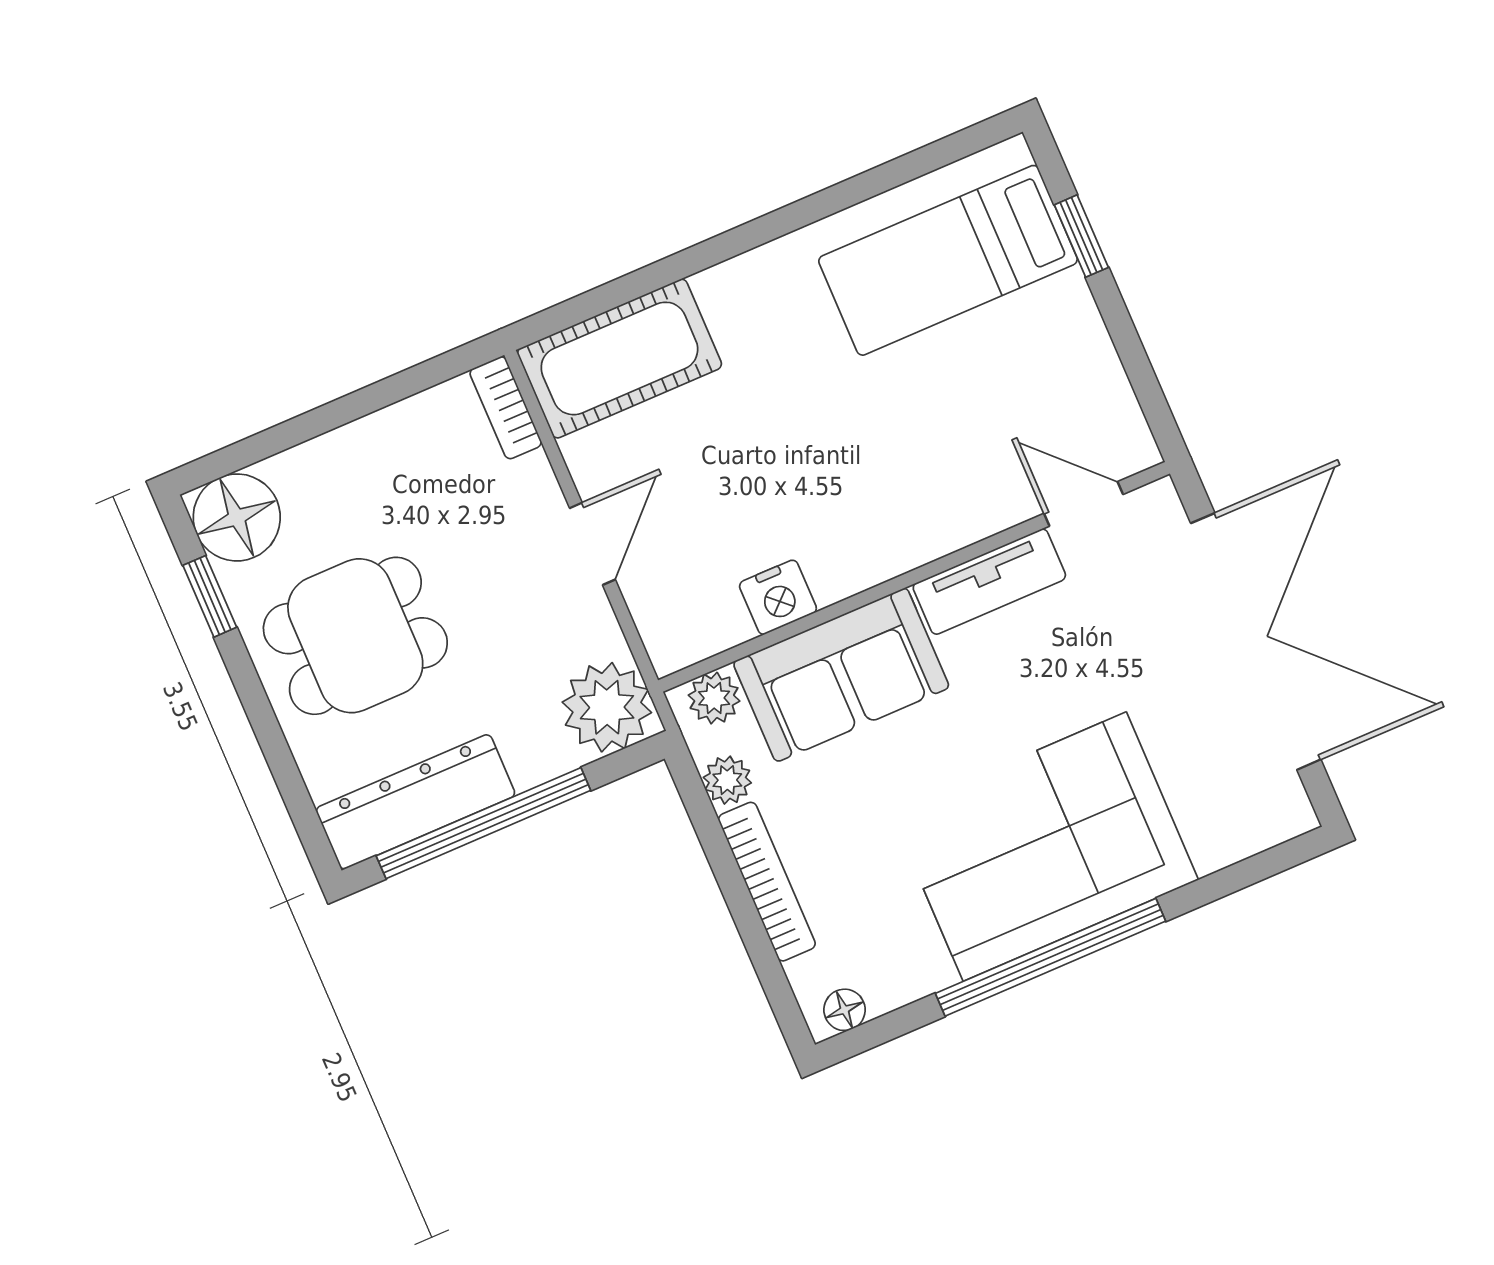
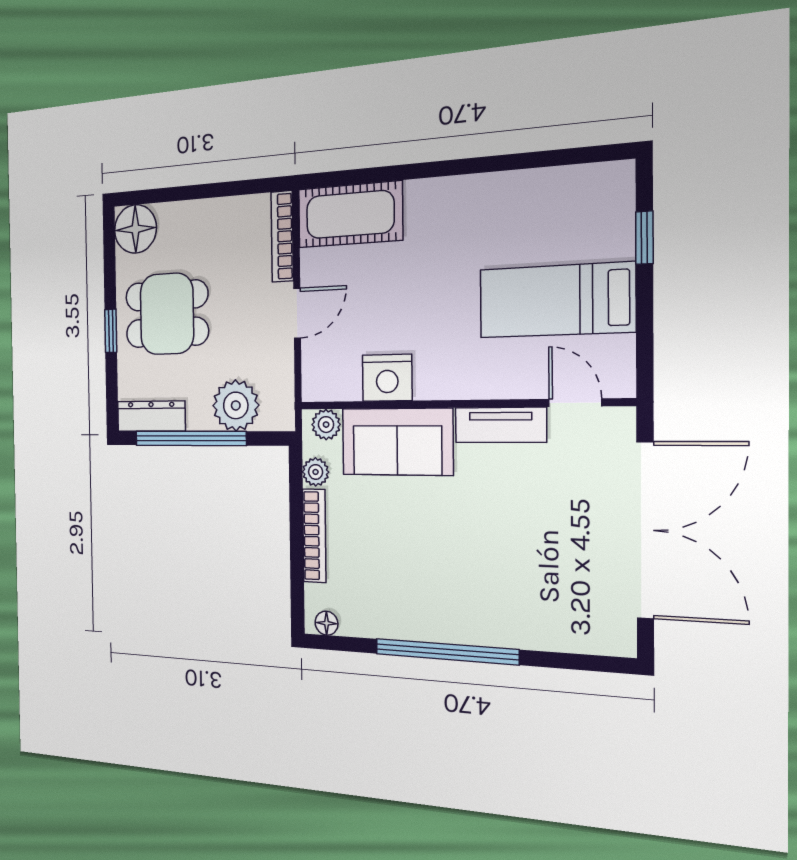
bed: (948, 260) -> (556, 300), moved
bookcase: (506, 408) -> (282, 236), width x1.56
window: (210, 596) -> (111, 331), moved
nightstand: (778, 597) -> (387, 378), width x1.36, depth x1.33
plant: (607, 707) -> (236, 405), moved
dresser: (416, 802) -> (151, 416), width x0.73, depth x0.80
corner sofa: (1045, 846) -> (469, 589), removed

